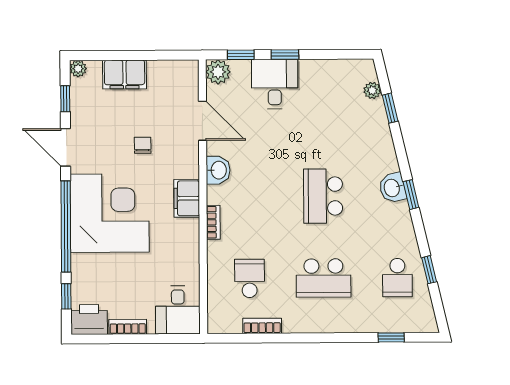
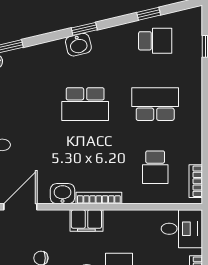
bookcase: (213, 222) -> (99, 198), width x1.56
school desk: (250, 278) -> (155, 167), turned -90
school desk: (323, 278) -> (155, 104), turned -90
bookcase: (262, 326) -> (196, 181), moved

